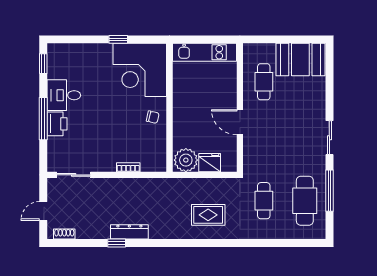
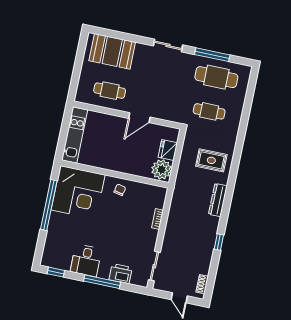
window: (118, 39) -> (49, 205), width x3.17
booth: (300, 60) -> (112, 51), moved, turned 90
printer: (57, 124) -> (121, 274), moved
rug: (208, 215) -> (211, 160), turned 90
dresser: (129, 232) -> (218, 200), moved

